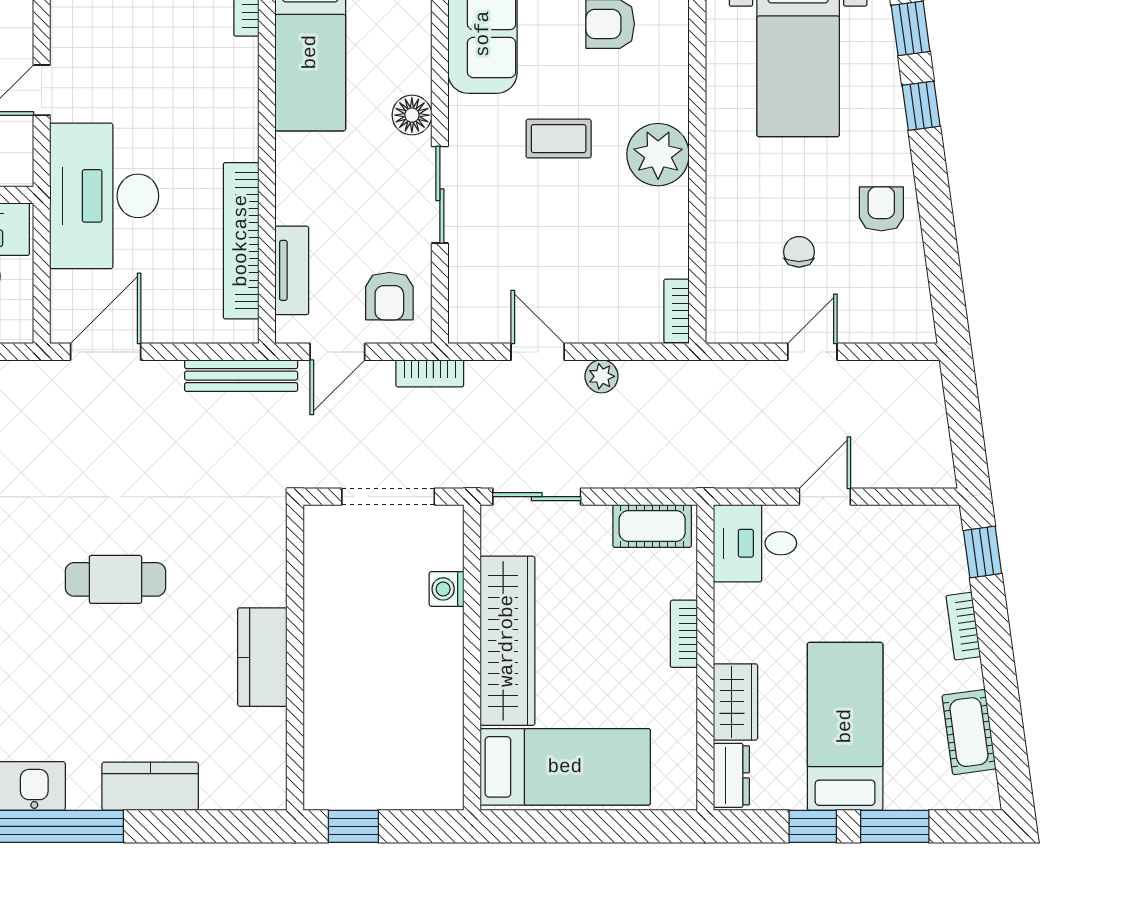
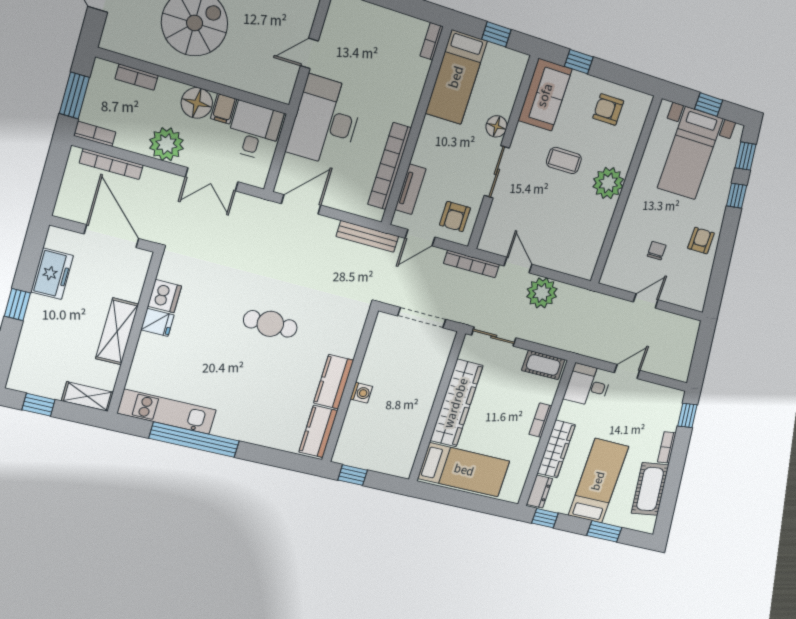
bookcase: (677, 311) -> (590, 263), removed
bookcase: (430, 373) -> (472, 264), width x1.56
plant: (601, 376) -> (542, 293), width x1.88, depth x1.88
washing machine: (447, 589) -> (361, 393), moved, turned 180
wardrobe: (735, 702) -> (556, 449), width x1.50
cot: (969, 732) -> (650, 489), width x1.37, depth x1.34
kitchen counter: (150, 786) -> (318, 431), moved, turned -90
window: (813, 826) -> (545, 518), moved

